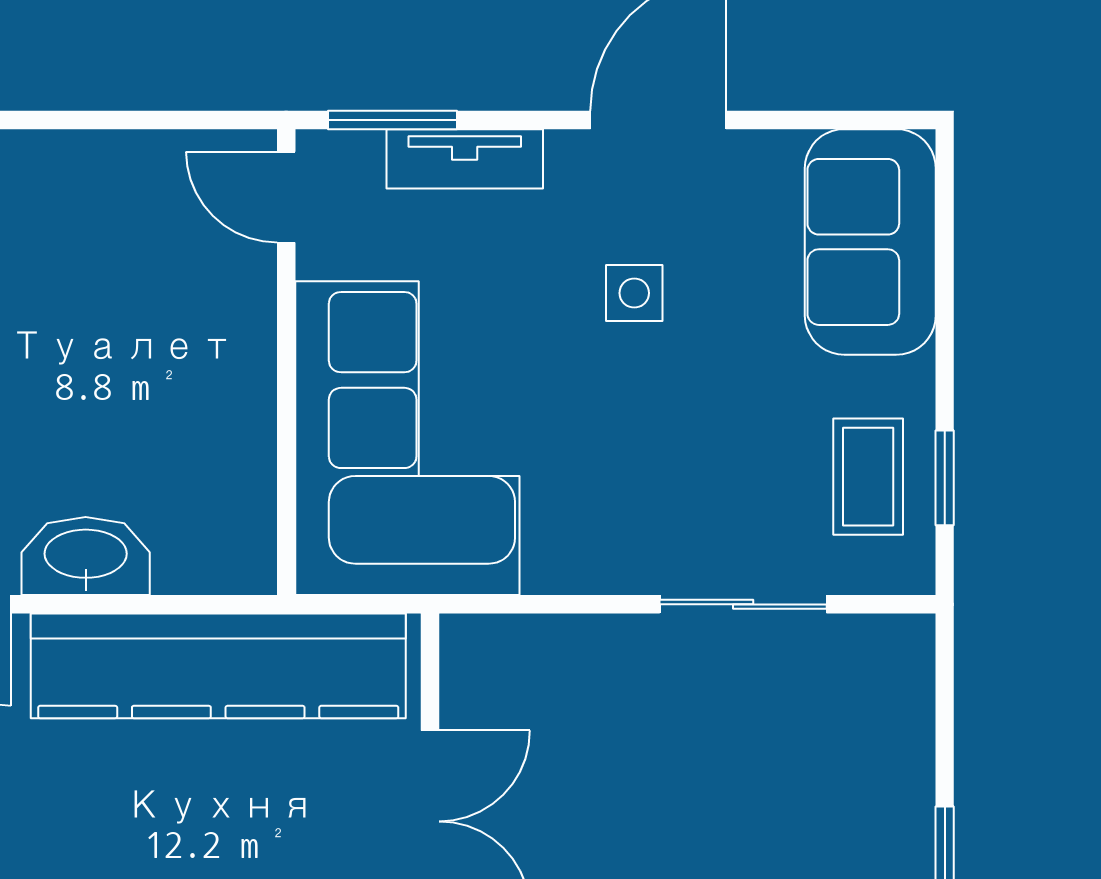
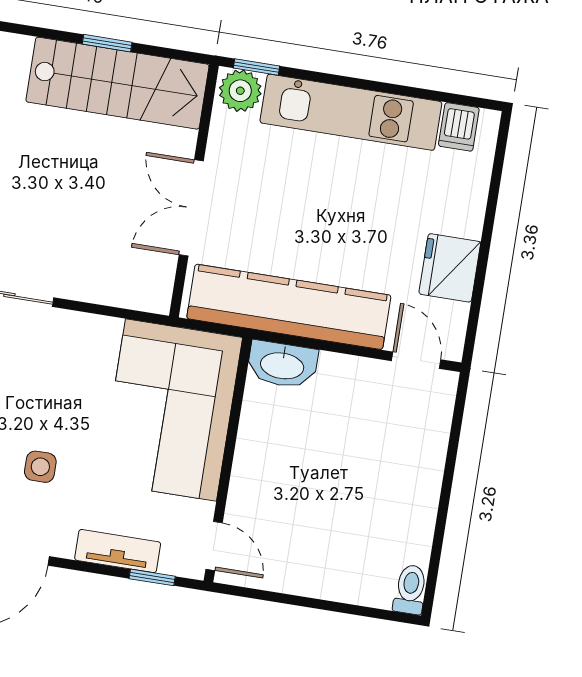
window: (392, 120) -> (152, 577), width x0.67
washbasin: (86, 556) -> (282, 365), moved

